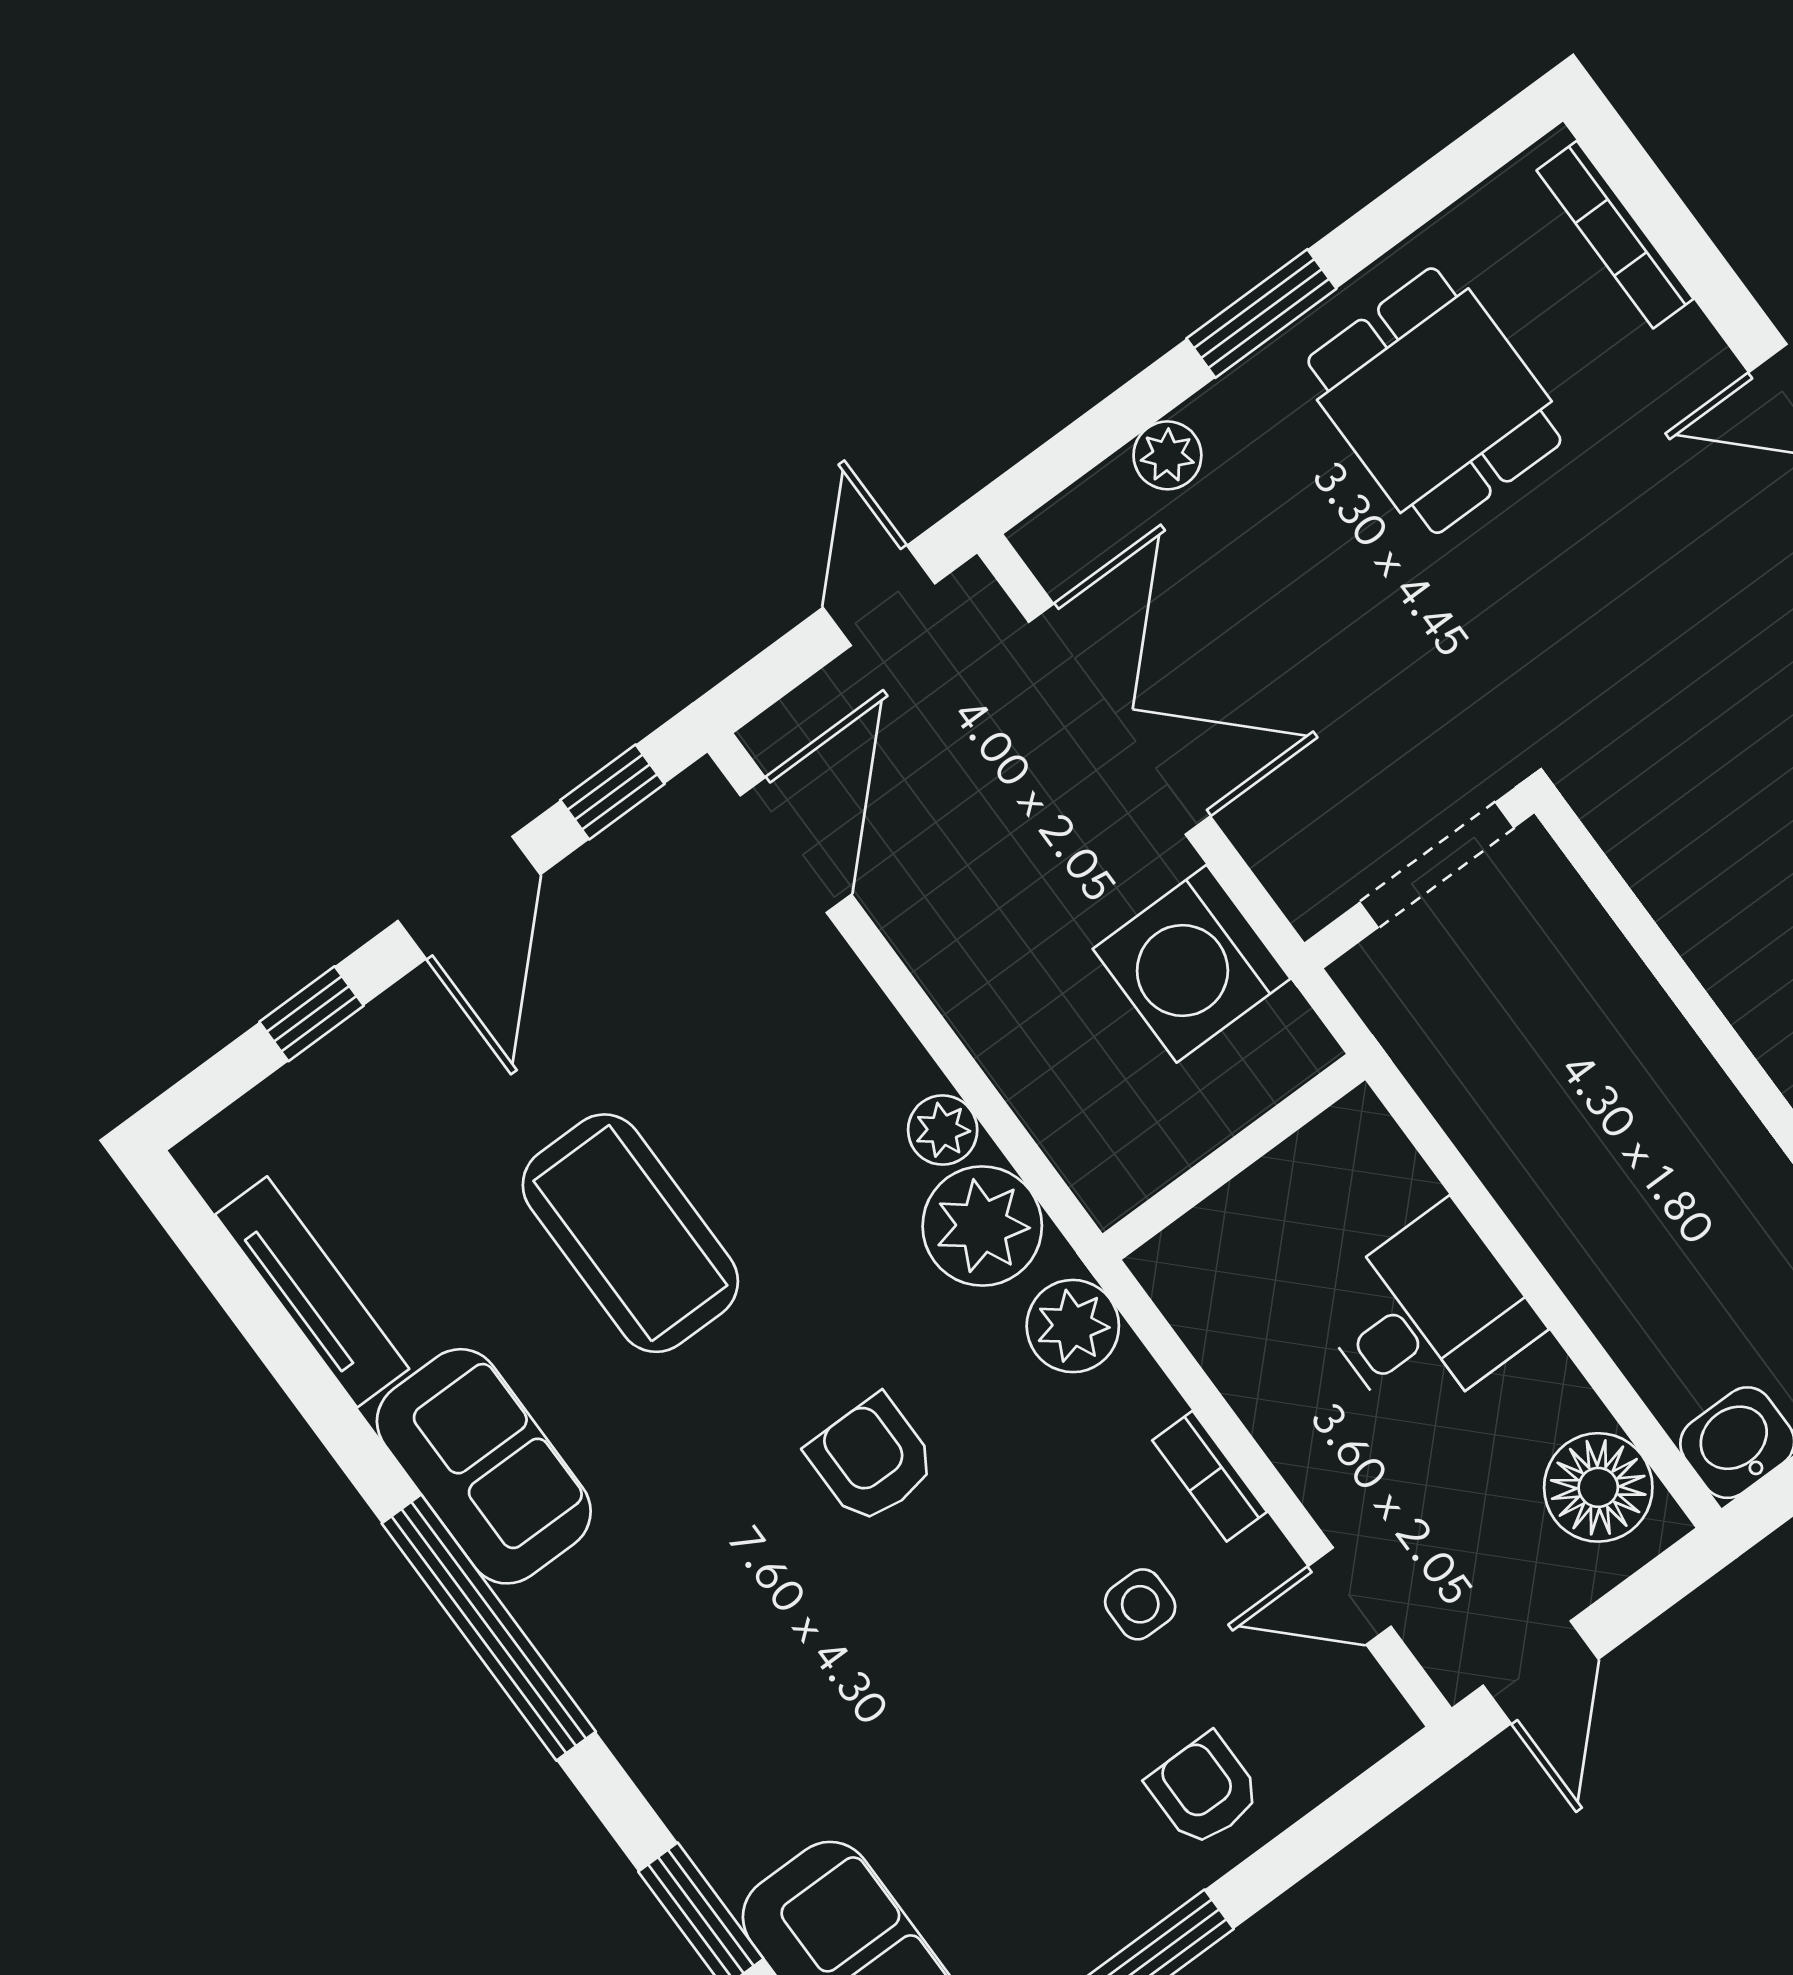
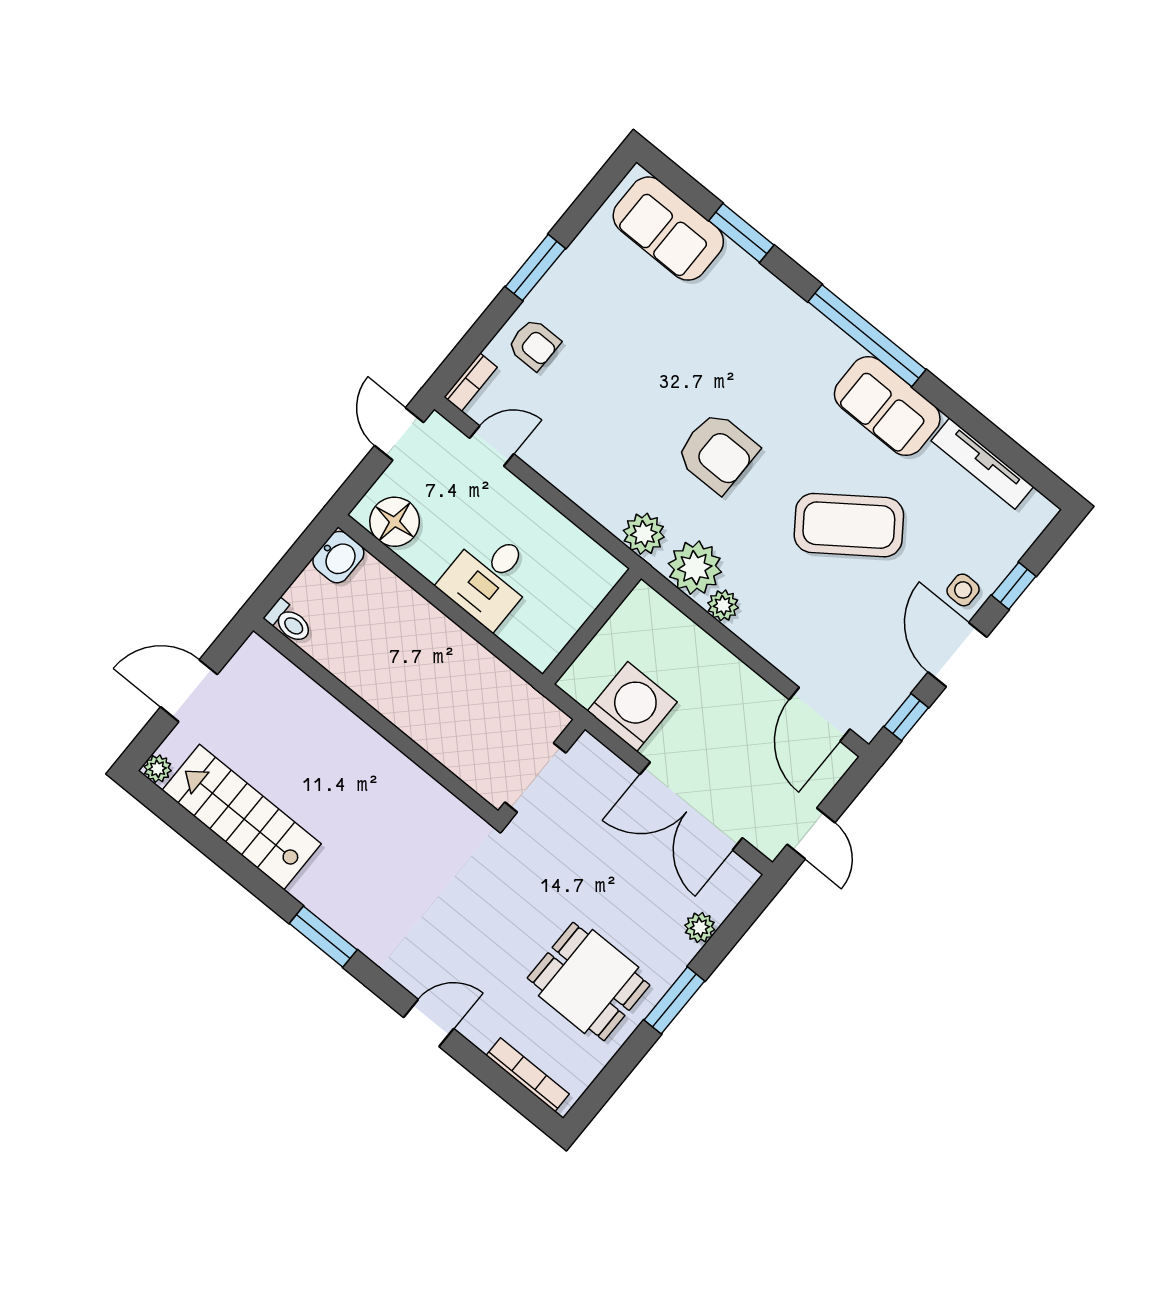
coffee table: (630, 1233) -> (849, 525), turned -36
armchair: (872, 1460) -> (717, 453), width x1.38, depth x1.38
bookcase: (1210, 1476) -> (471, 382), moved, turned 90
side table: (1140, 1604) -> (963, 590), moved

